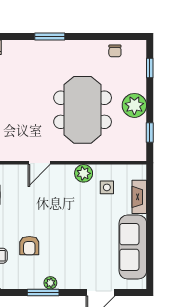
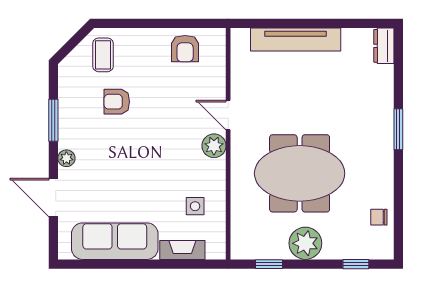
plant: (84, 173) -> (214, 146), moved
plant: (50, 283) -> (66, 158), moved

